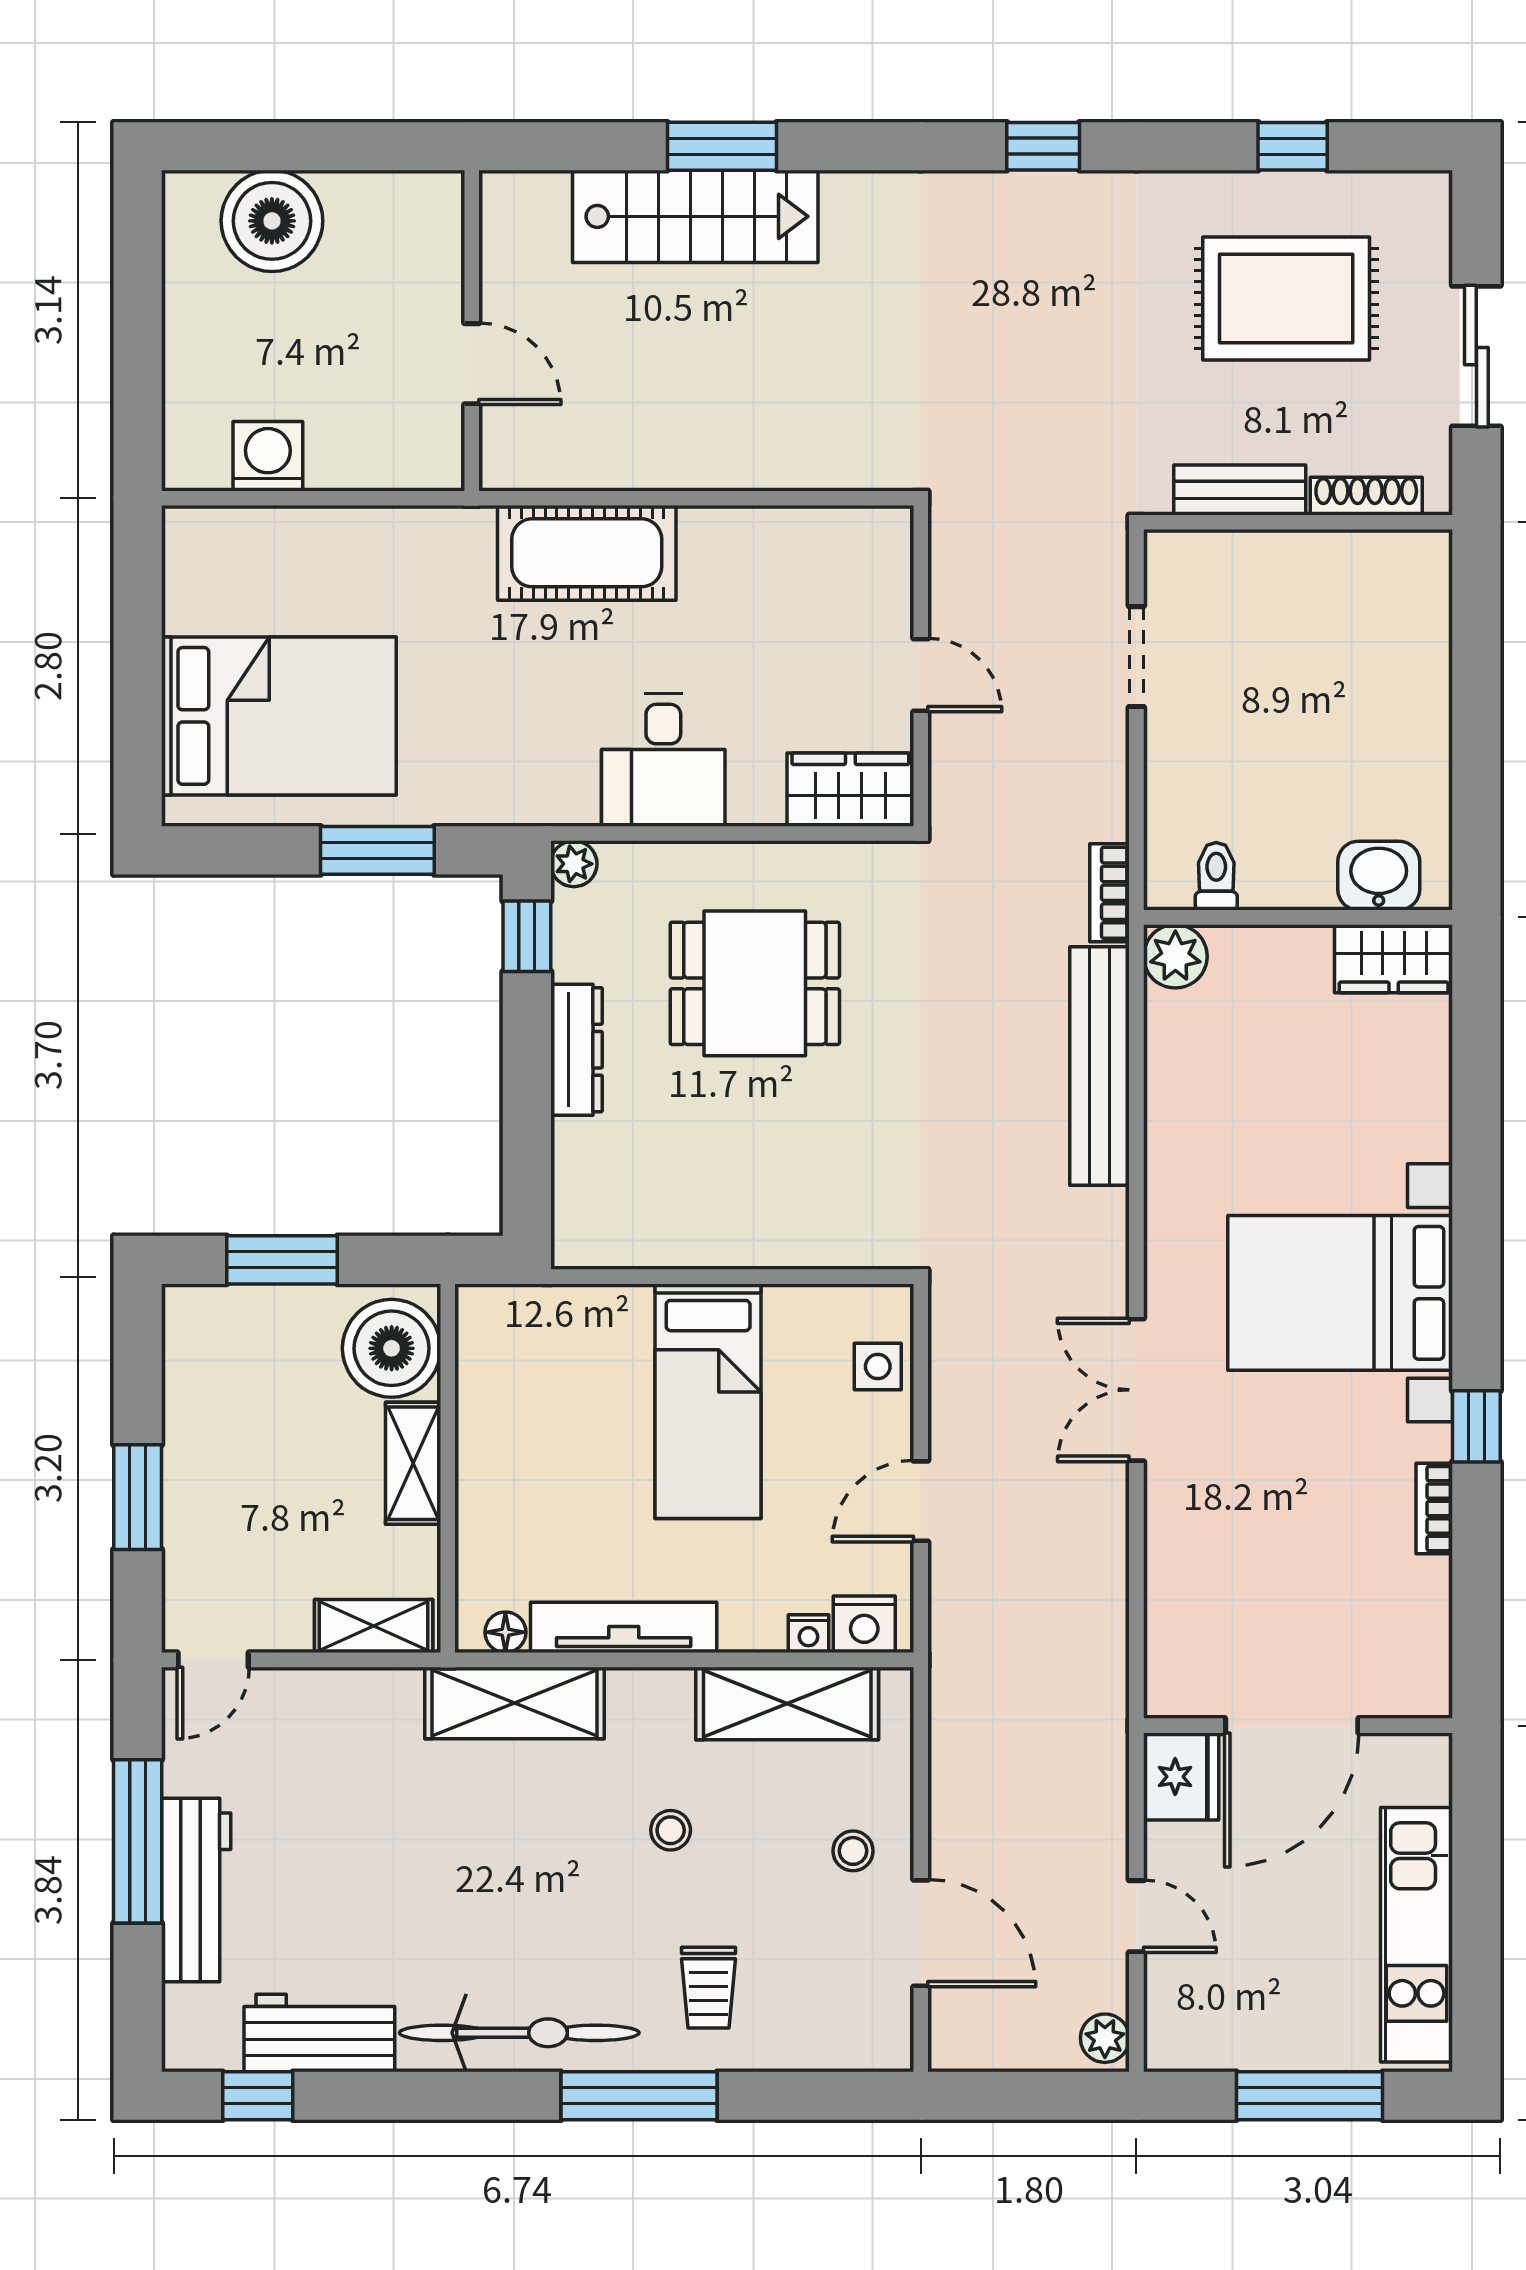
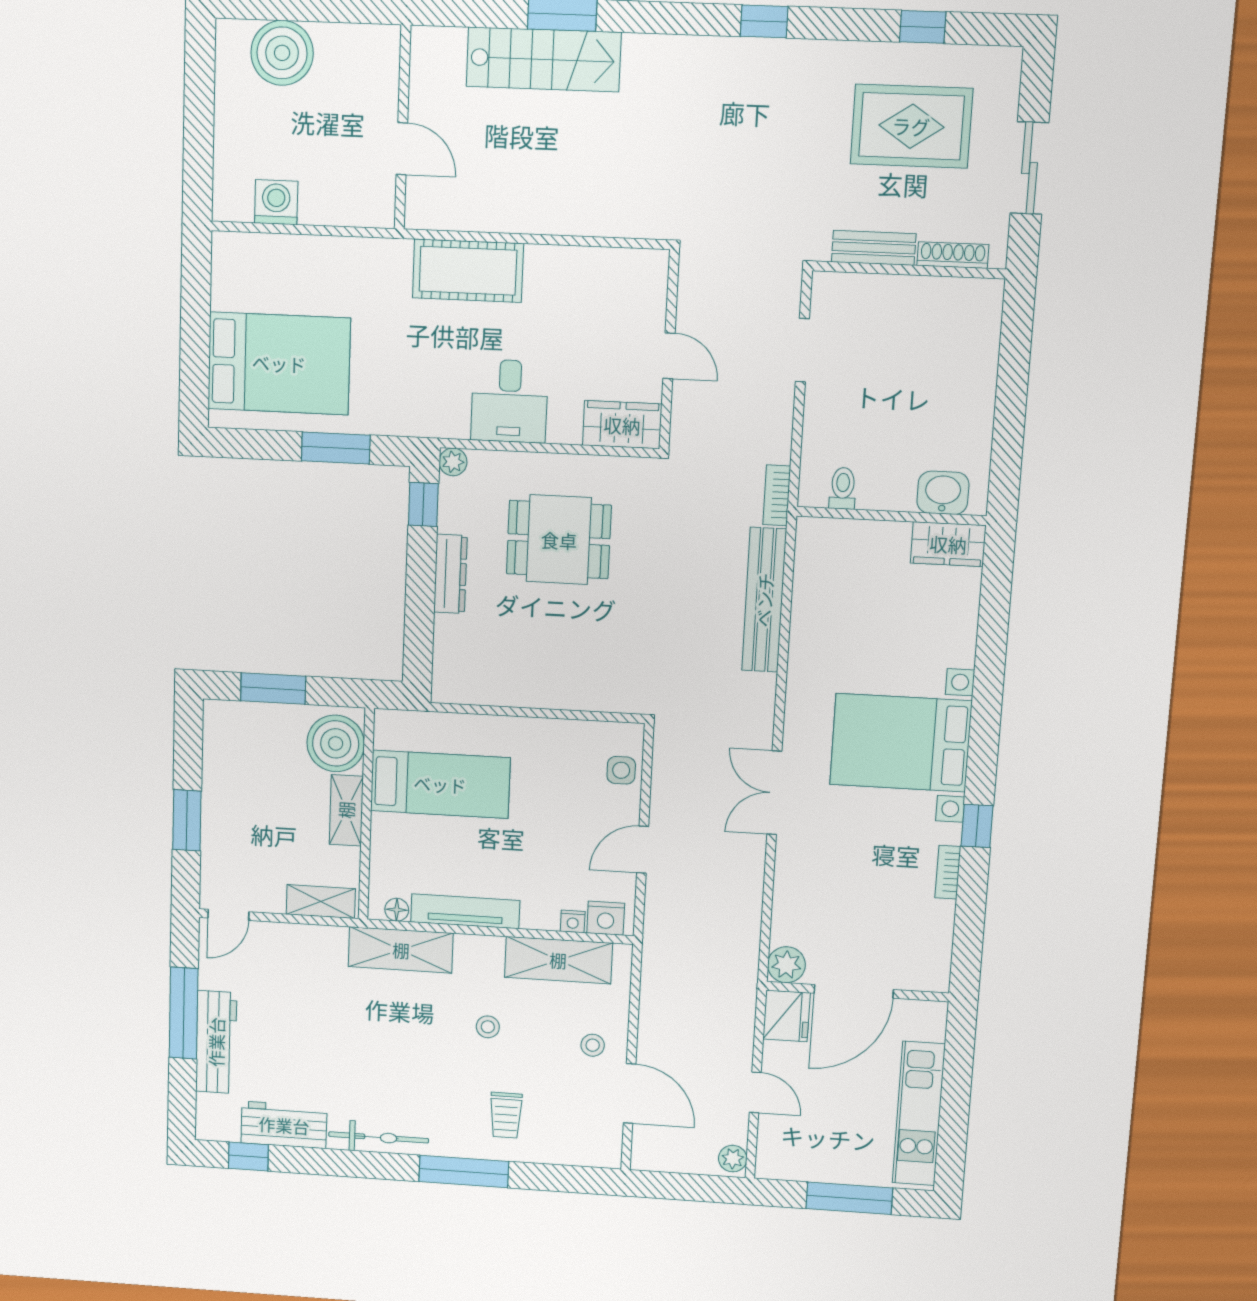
plant: (1175, 956) -> (786, 965), moved
bed: (708, 1401) -> (440, 784), moved, turned -90
bicycle: (519, 2033) -> (379, 1137), width x0.73, depth x0.71

